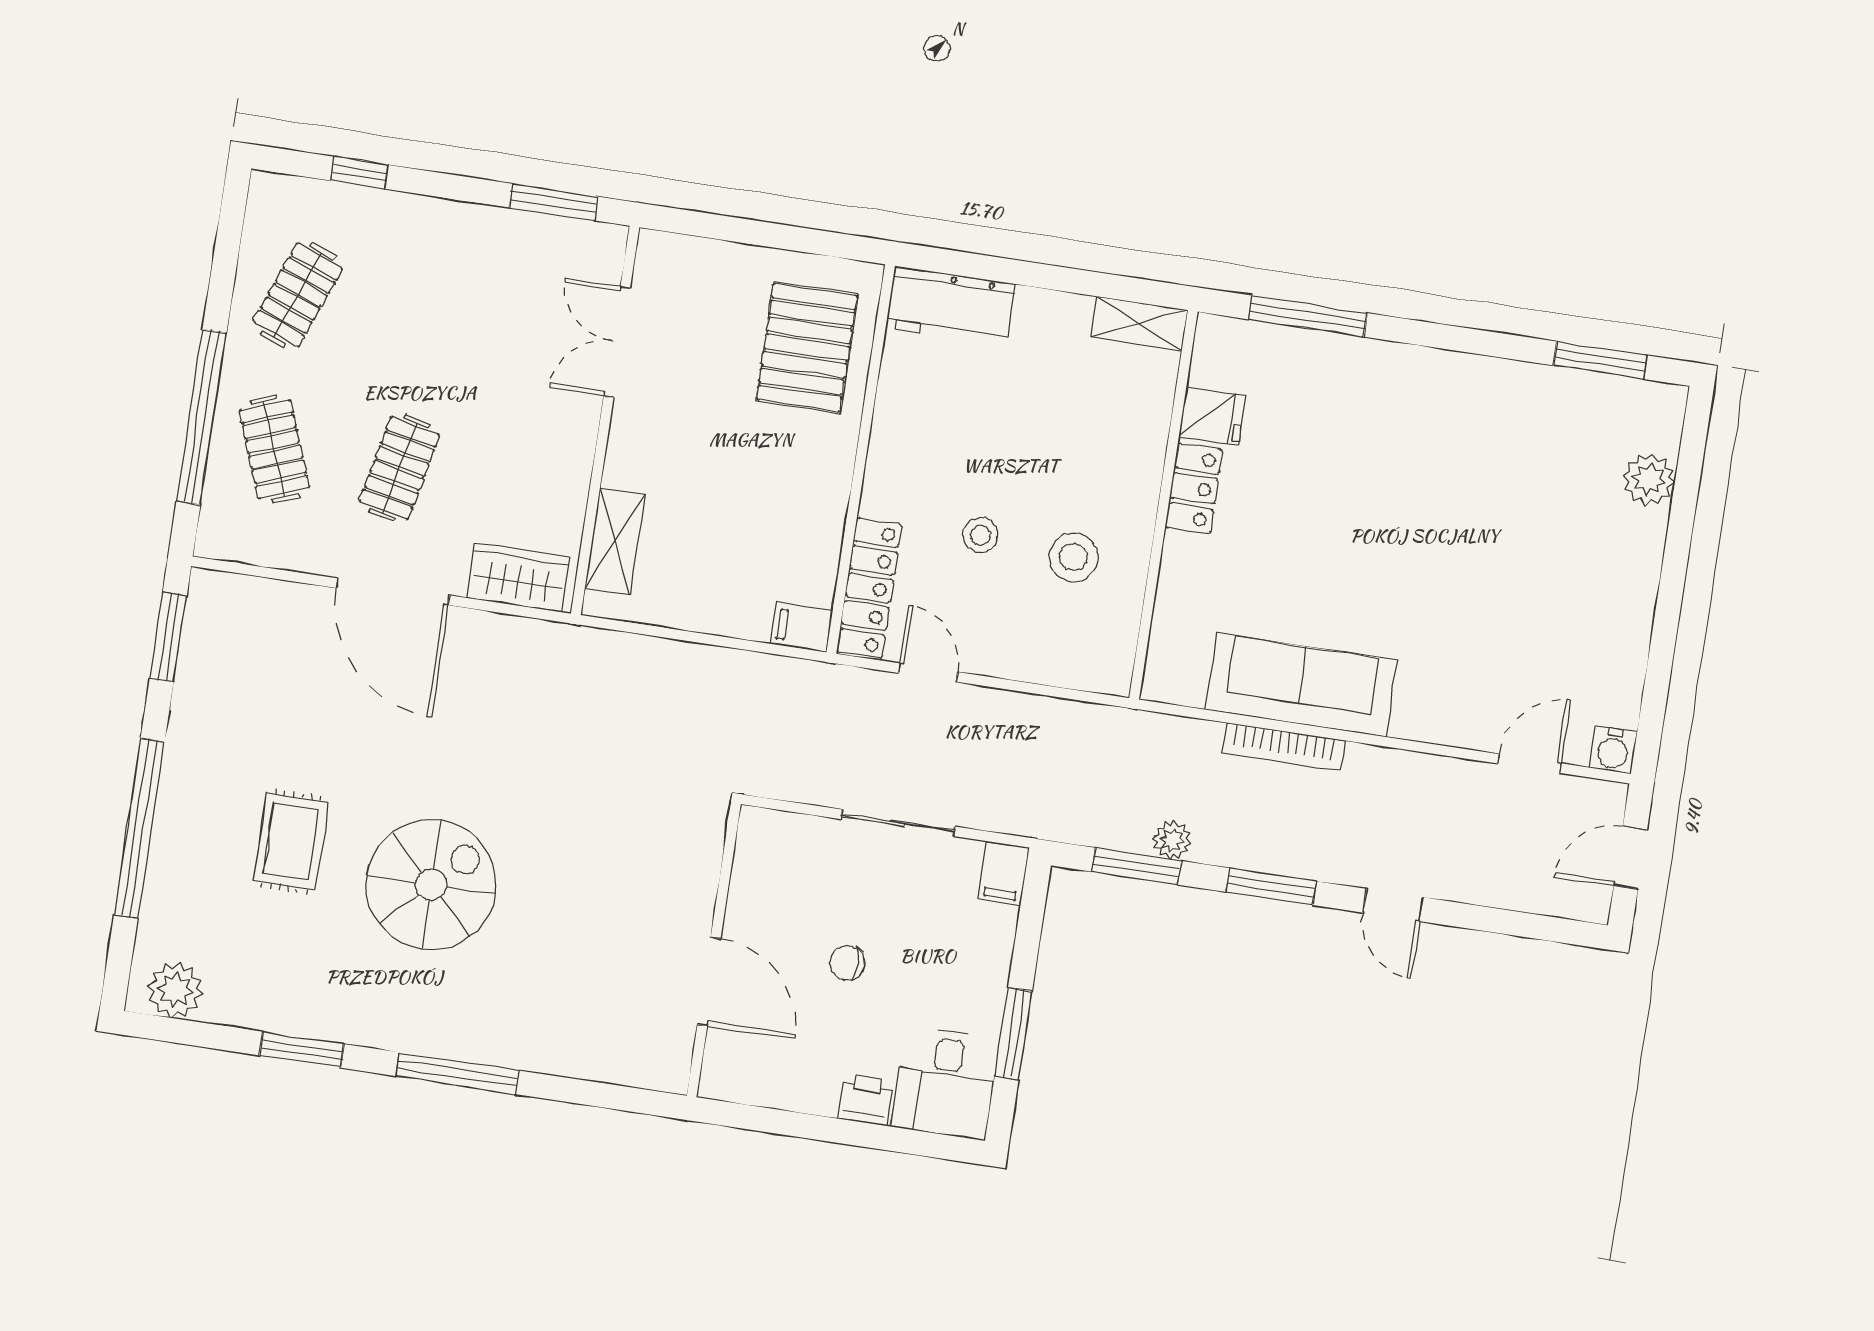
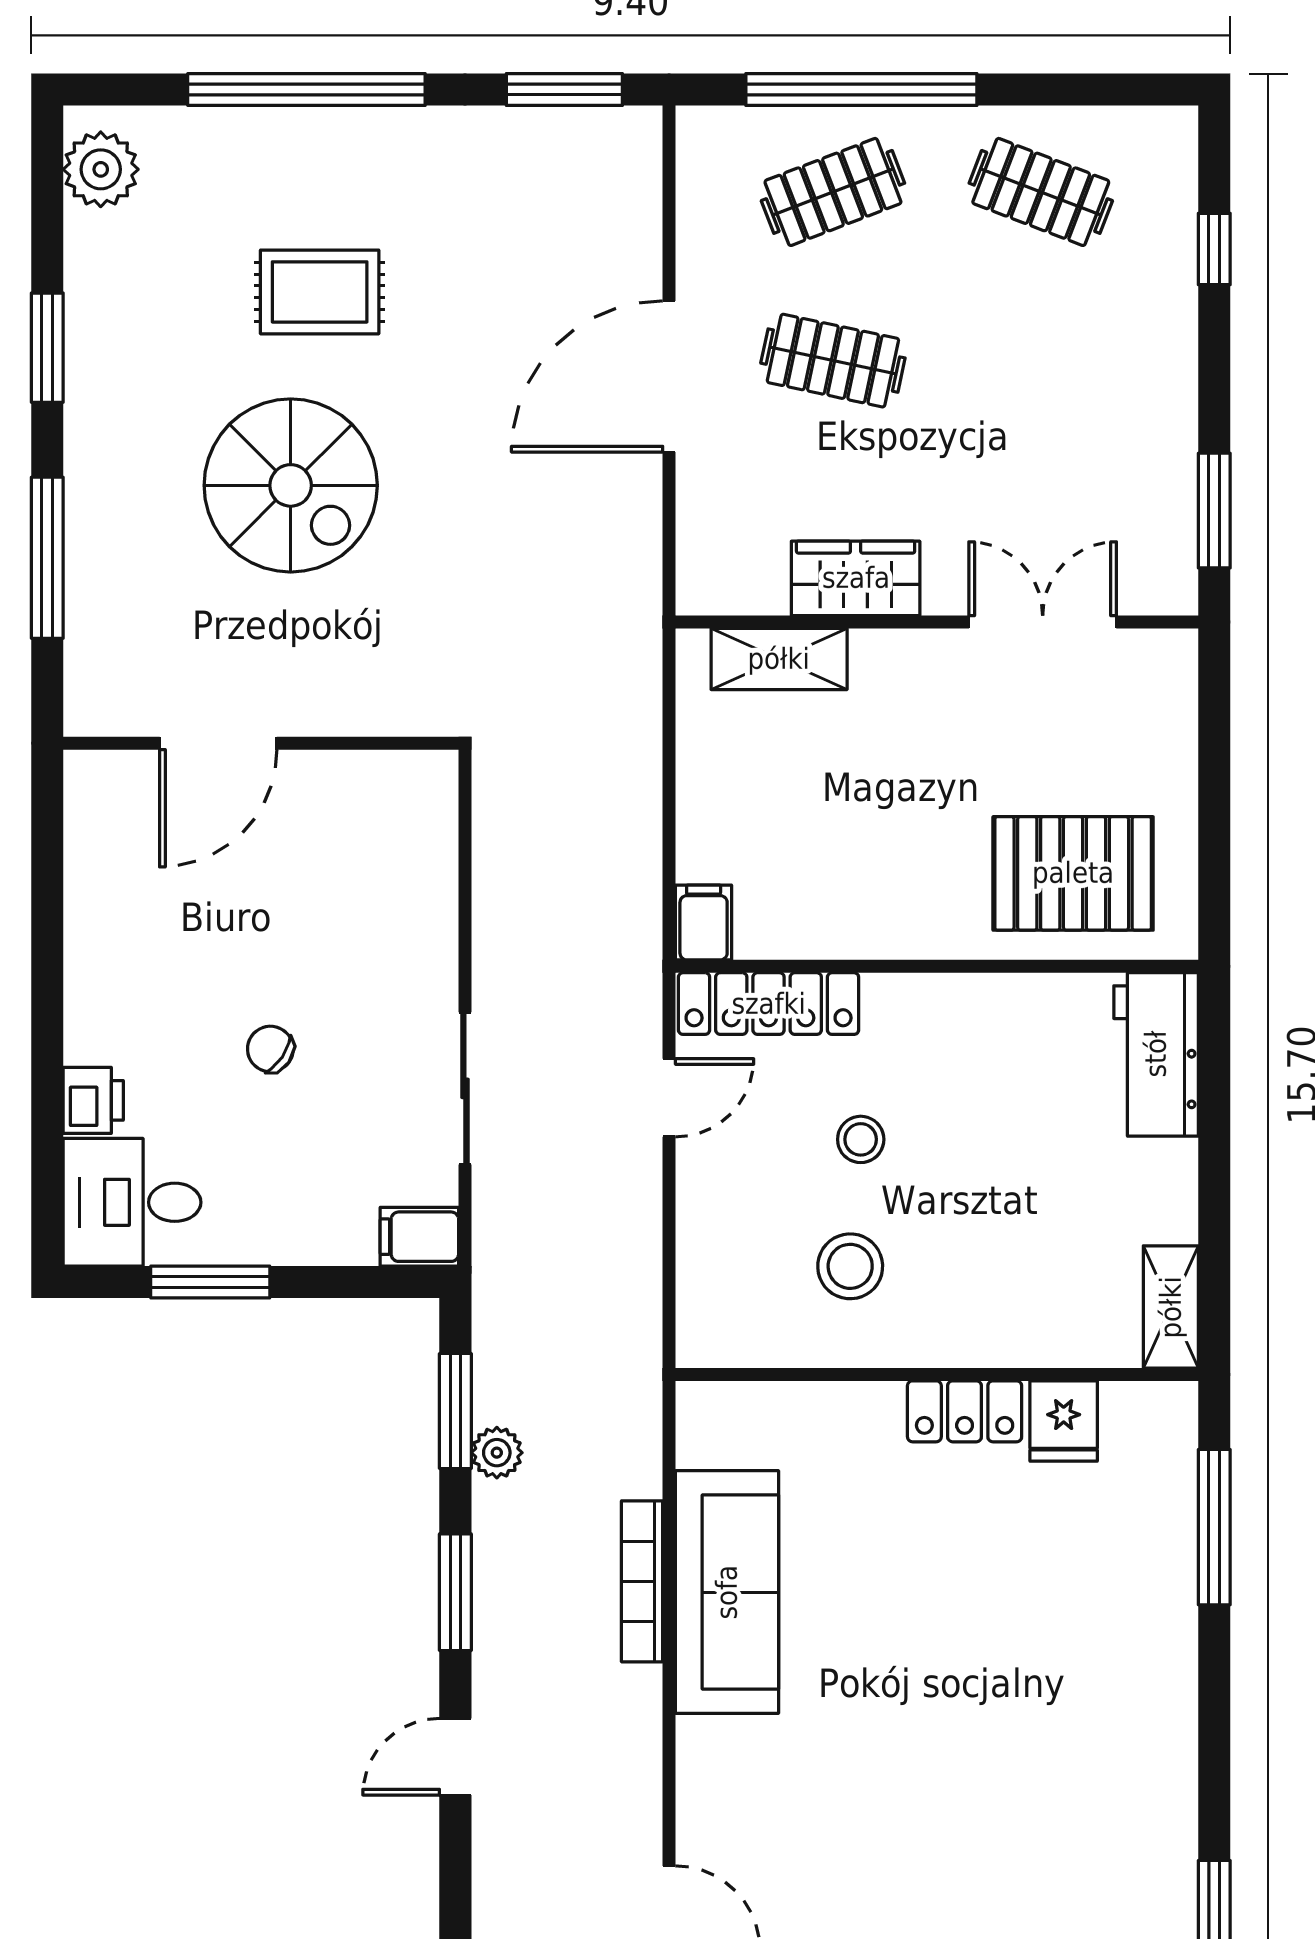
wardrobe: (518, 577) -> (856, 578), moved, turned -90
wall: (714, 950) -> (261, 743), moved
chair: (847, 963) -> (270, 1049), turned -56
door: (709, 982) -> (218, 743), moved

